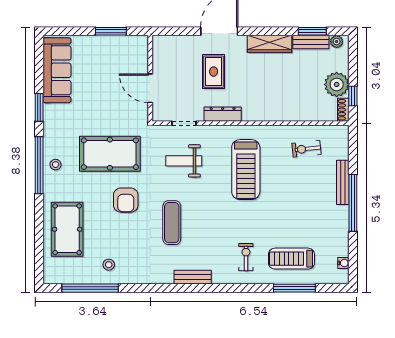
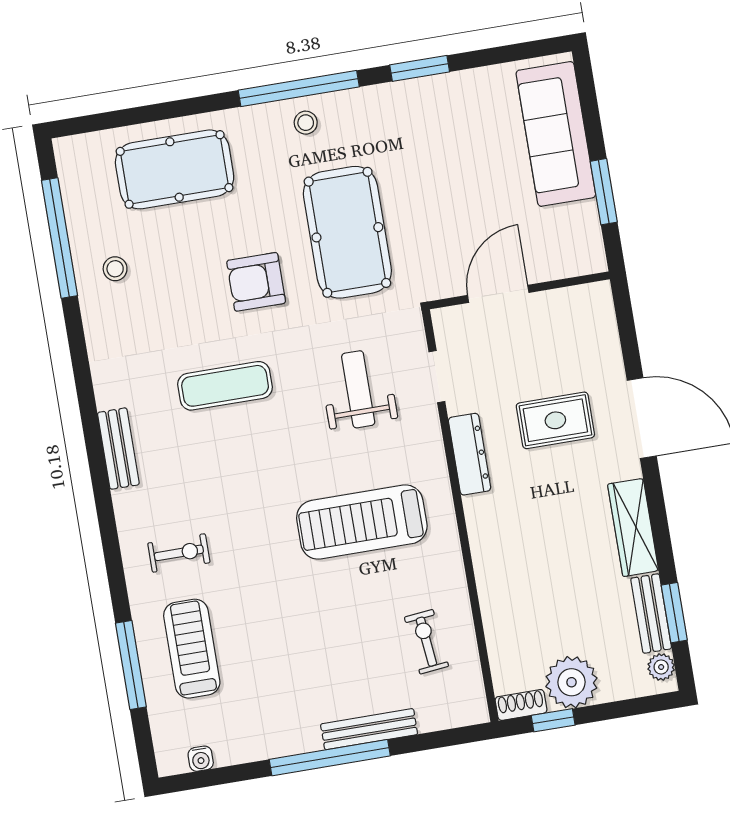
sofa: (57, 70) -> (556, 134), moved, turned 90

